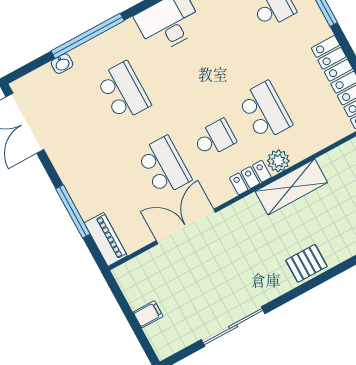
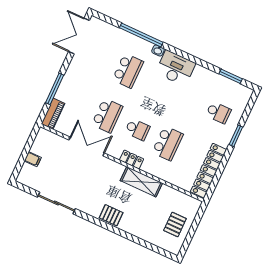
washbasin: (62, 64) -> (158, 50), moved
plant: (278, 161) -> (149, 167), removed

